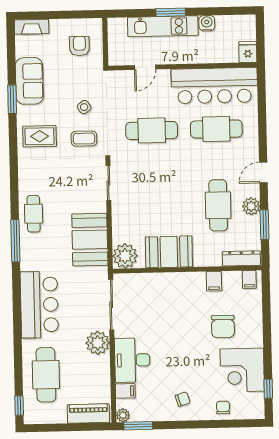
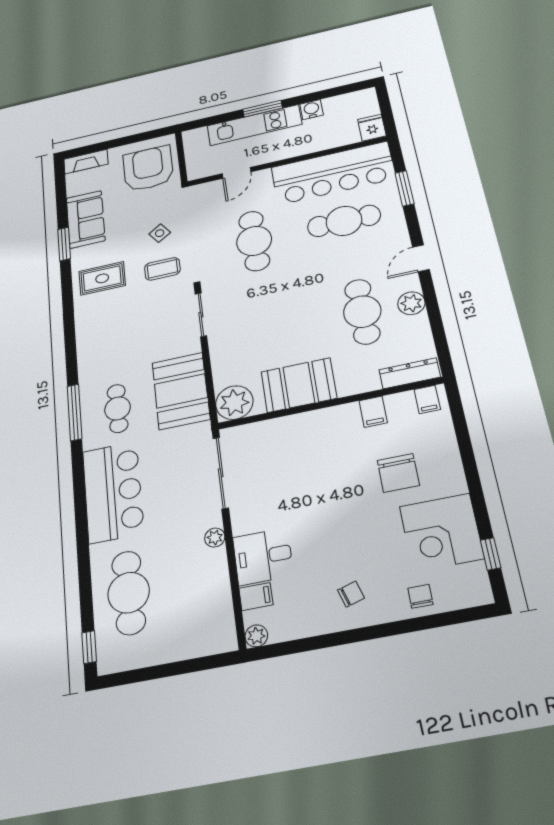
armchair: (79, 46) -> (148, 169), width x1.88, depth x1.88
cafe table: (152, 130) -> (254, 241), turned 90
cafe table: (34, 214) -> (118, 408), moved
window: (265, 225) -> (404, 188), moved
plant: (98, 343) -> (215, 538), width x0.53, depth x0.53
desk: (132, 360) -> (263, 556), width x0.73
piano: (88, 413) -> (200, 642), removed
window: (138, 426) -> (283, 649), removed

